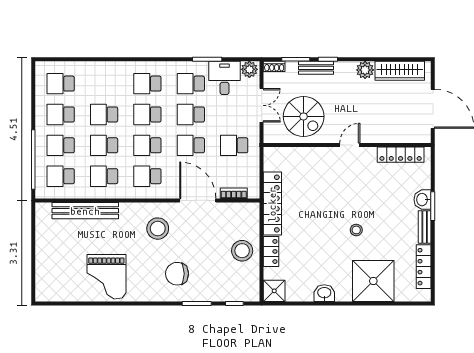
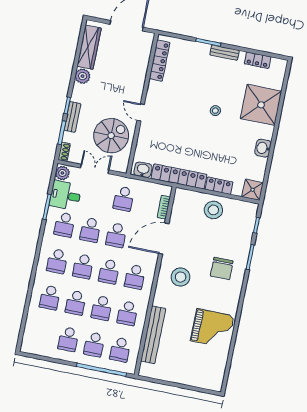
school desk: (61, 84) -> (50, 298), moved
door: (350, 145) -> (141, 113), moved
washbasin: (423, 200) -> (143, 170), moved, turned 180
locker: (424, 267) -> (258, 60), width x0.66

